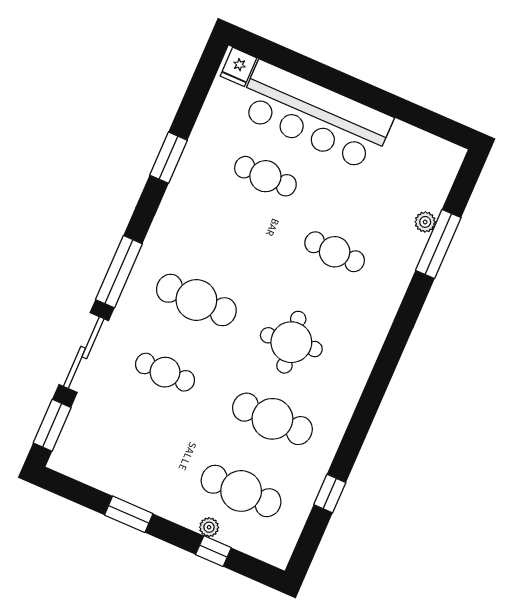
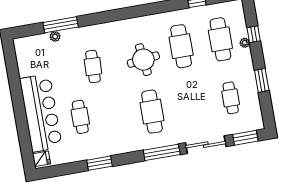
cafe table: (165, 372) -> (231, 98), moved

